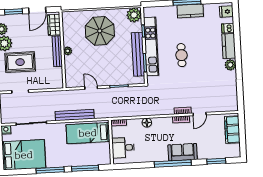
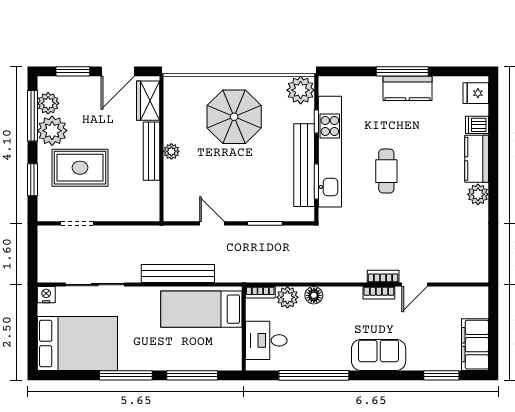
plant: (133, 124) -> (287, 297), added
filing cabinet: (232, 130) -> (475, 345), moved
window: (173, 163) -> (314, 375), moved

